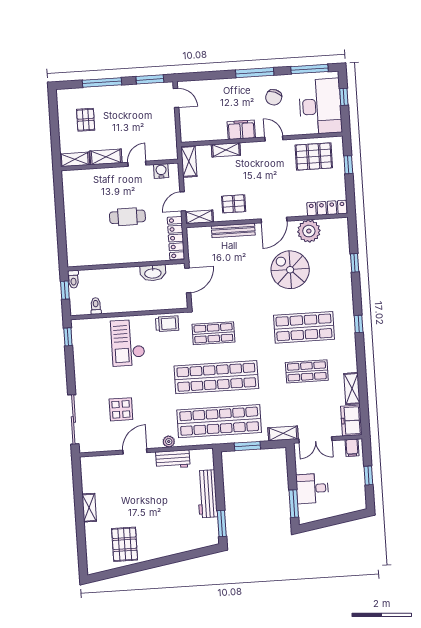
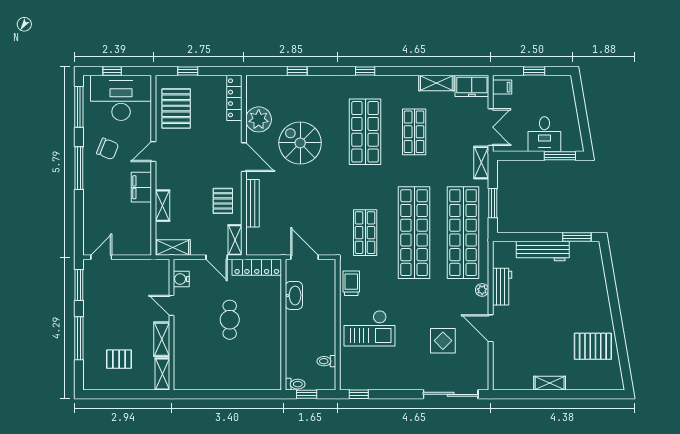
spiral stairs: (290, 270) -> (300, 143), turned 90

